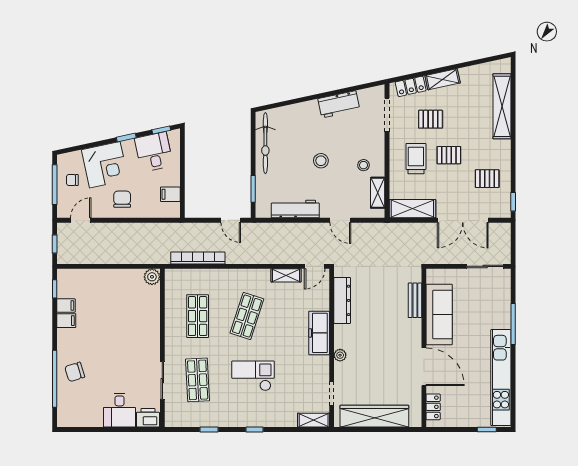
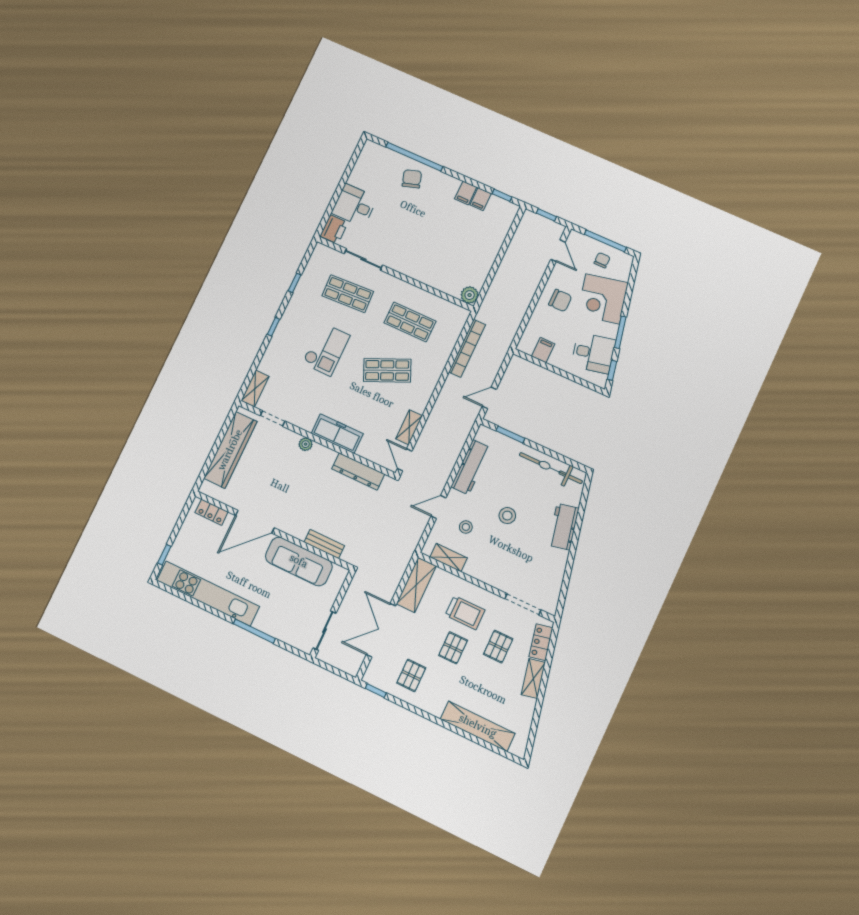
workbench: (339, 104) -> (564, 527), moved
window: (126, 138) -> (620, 332), width x1.50
stool: (364, 165) -> (466, 527), moved
shop shelf: (247, 316) -> (387, 370), turned -42

